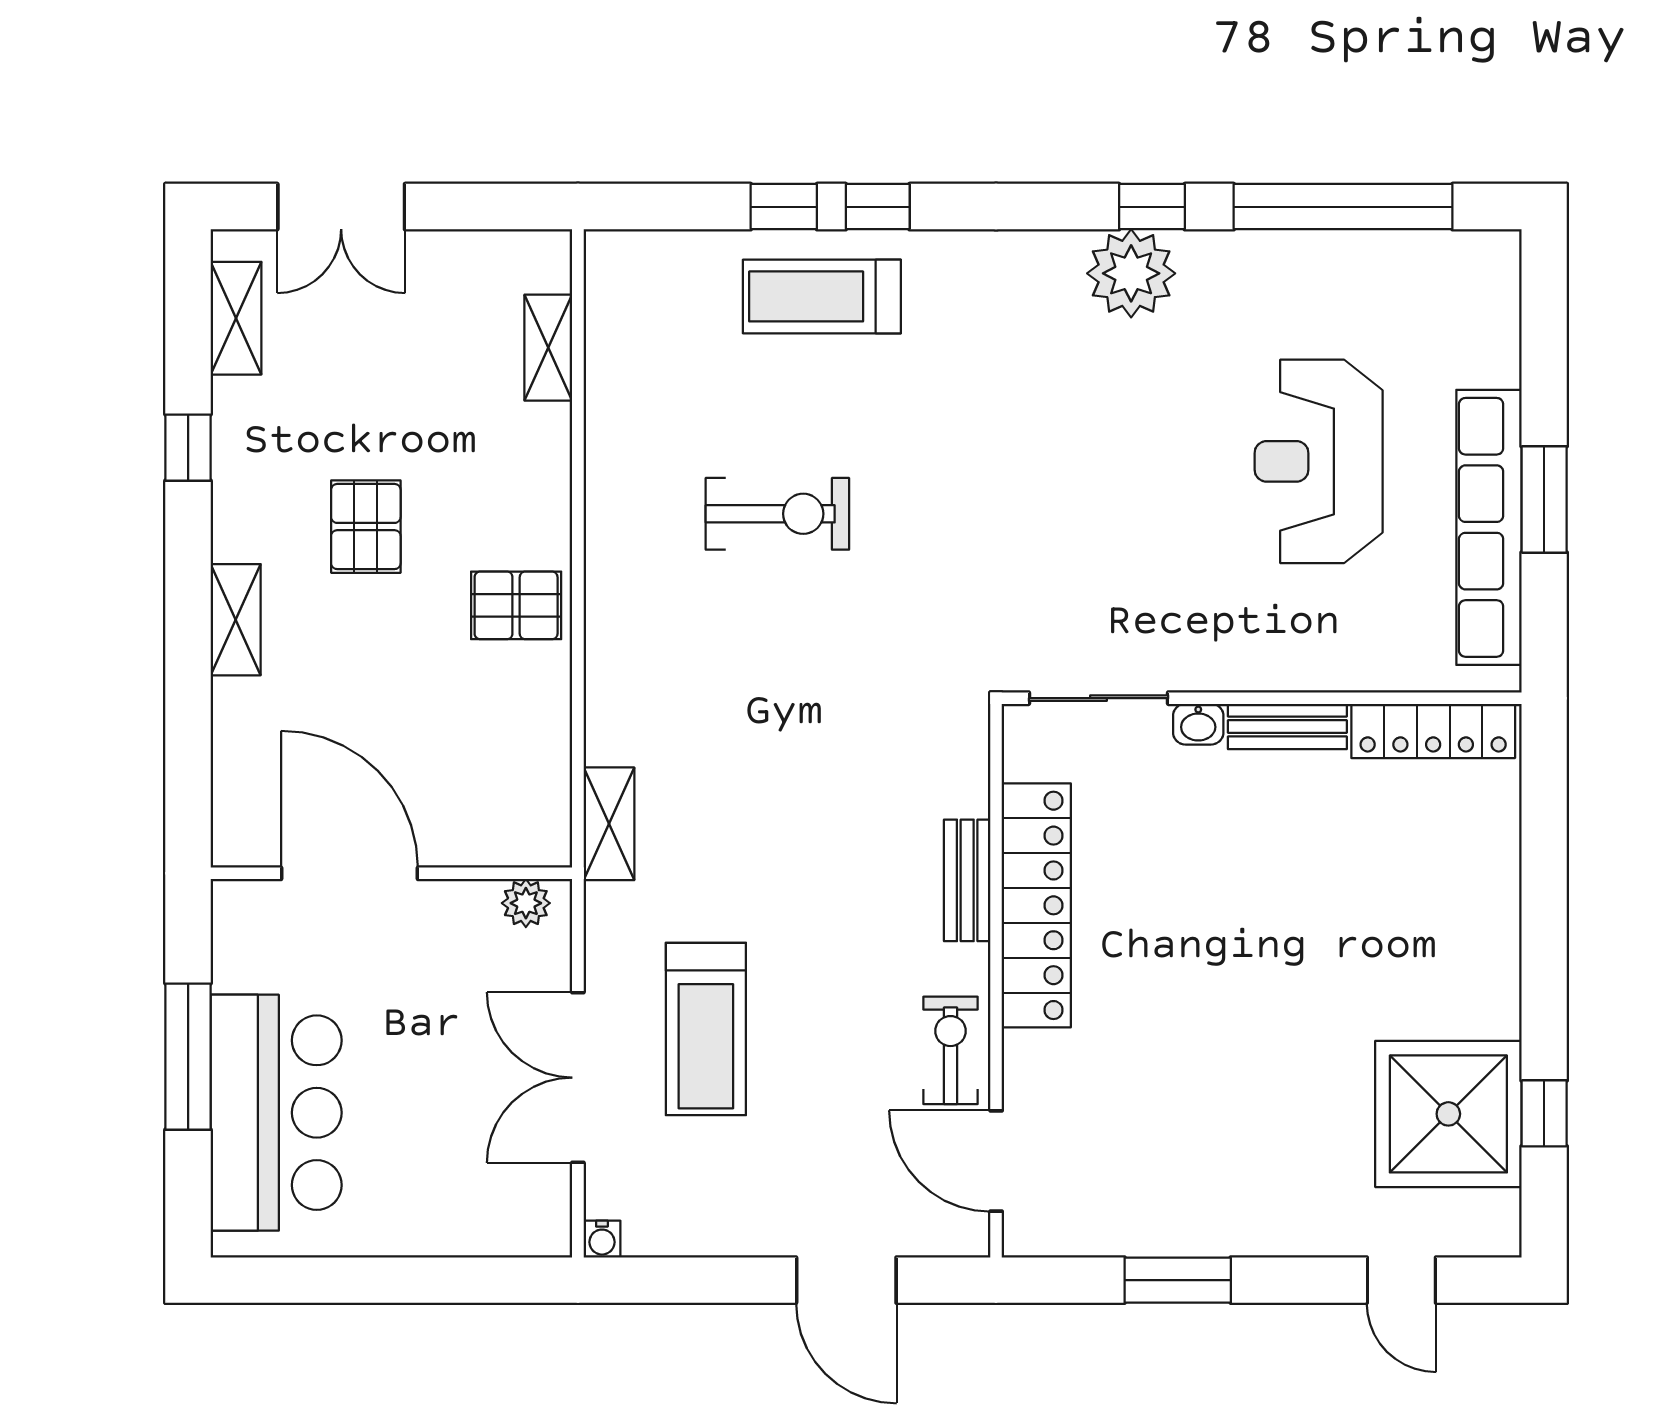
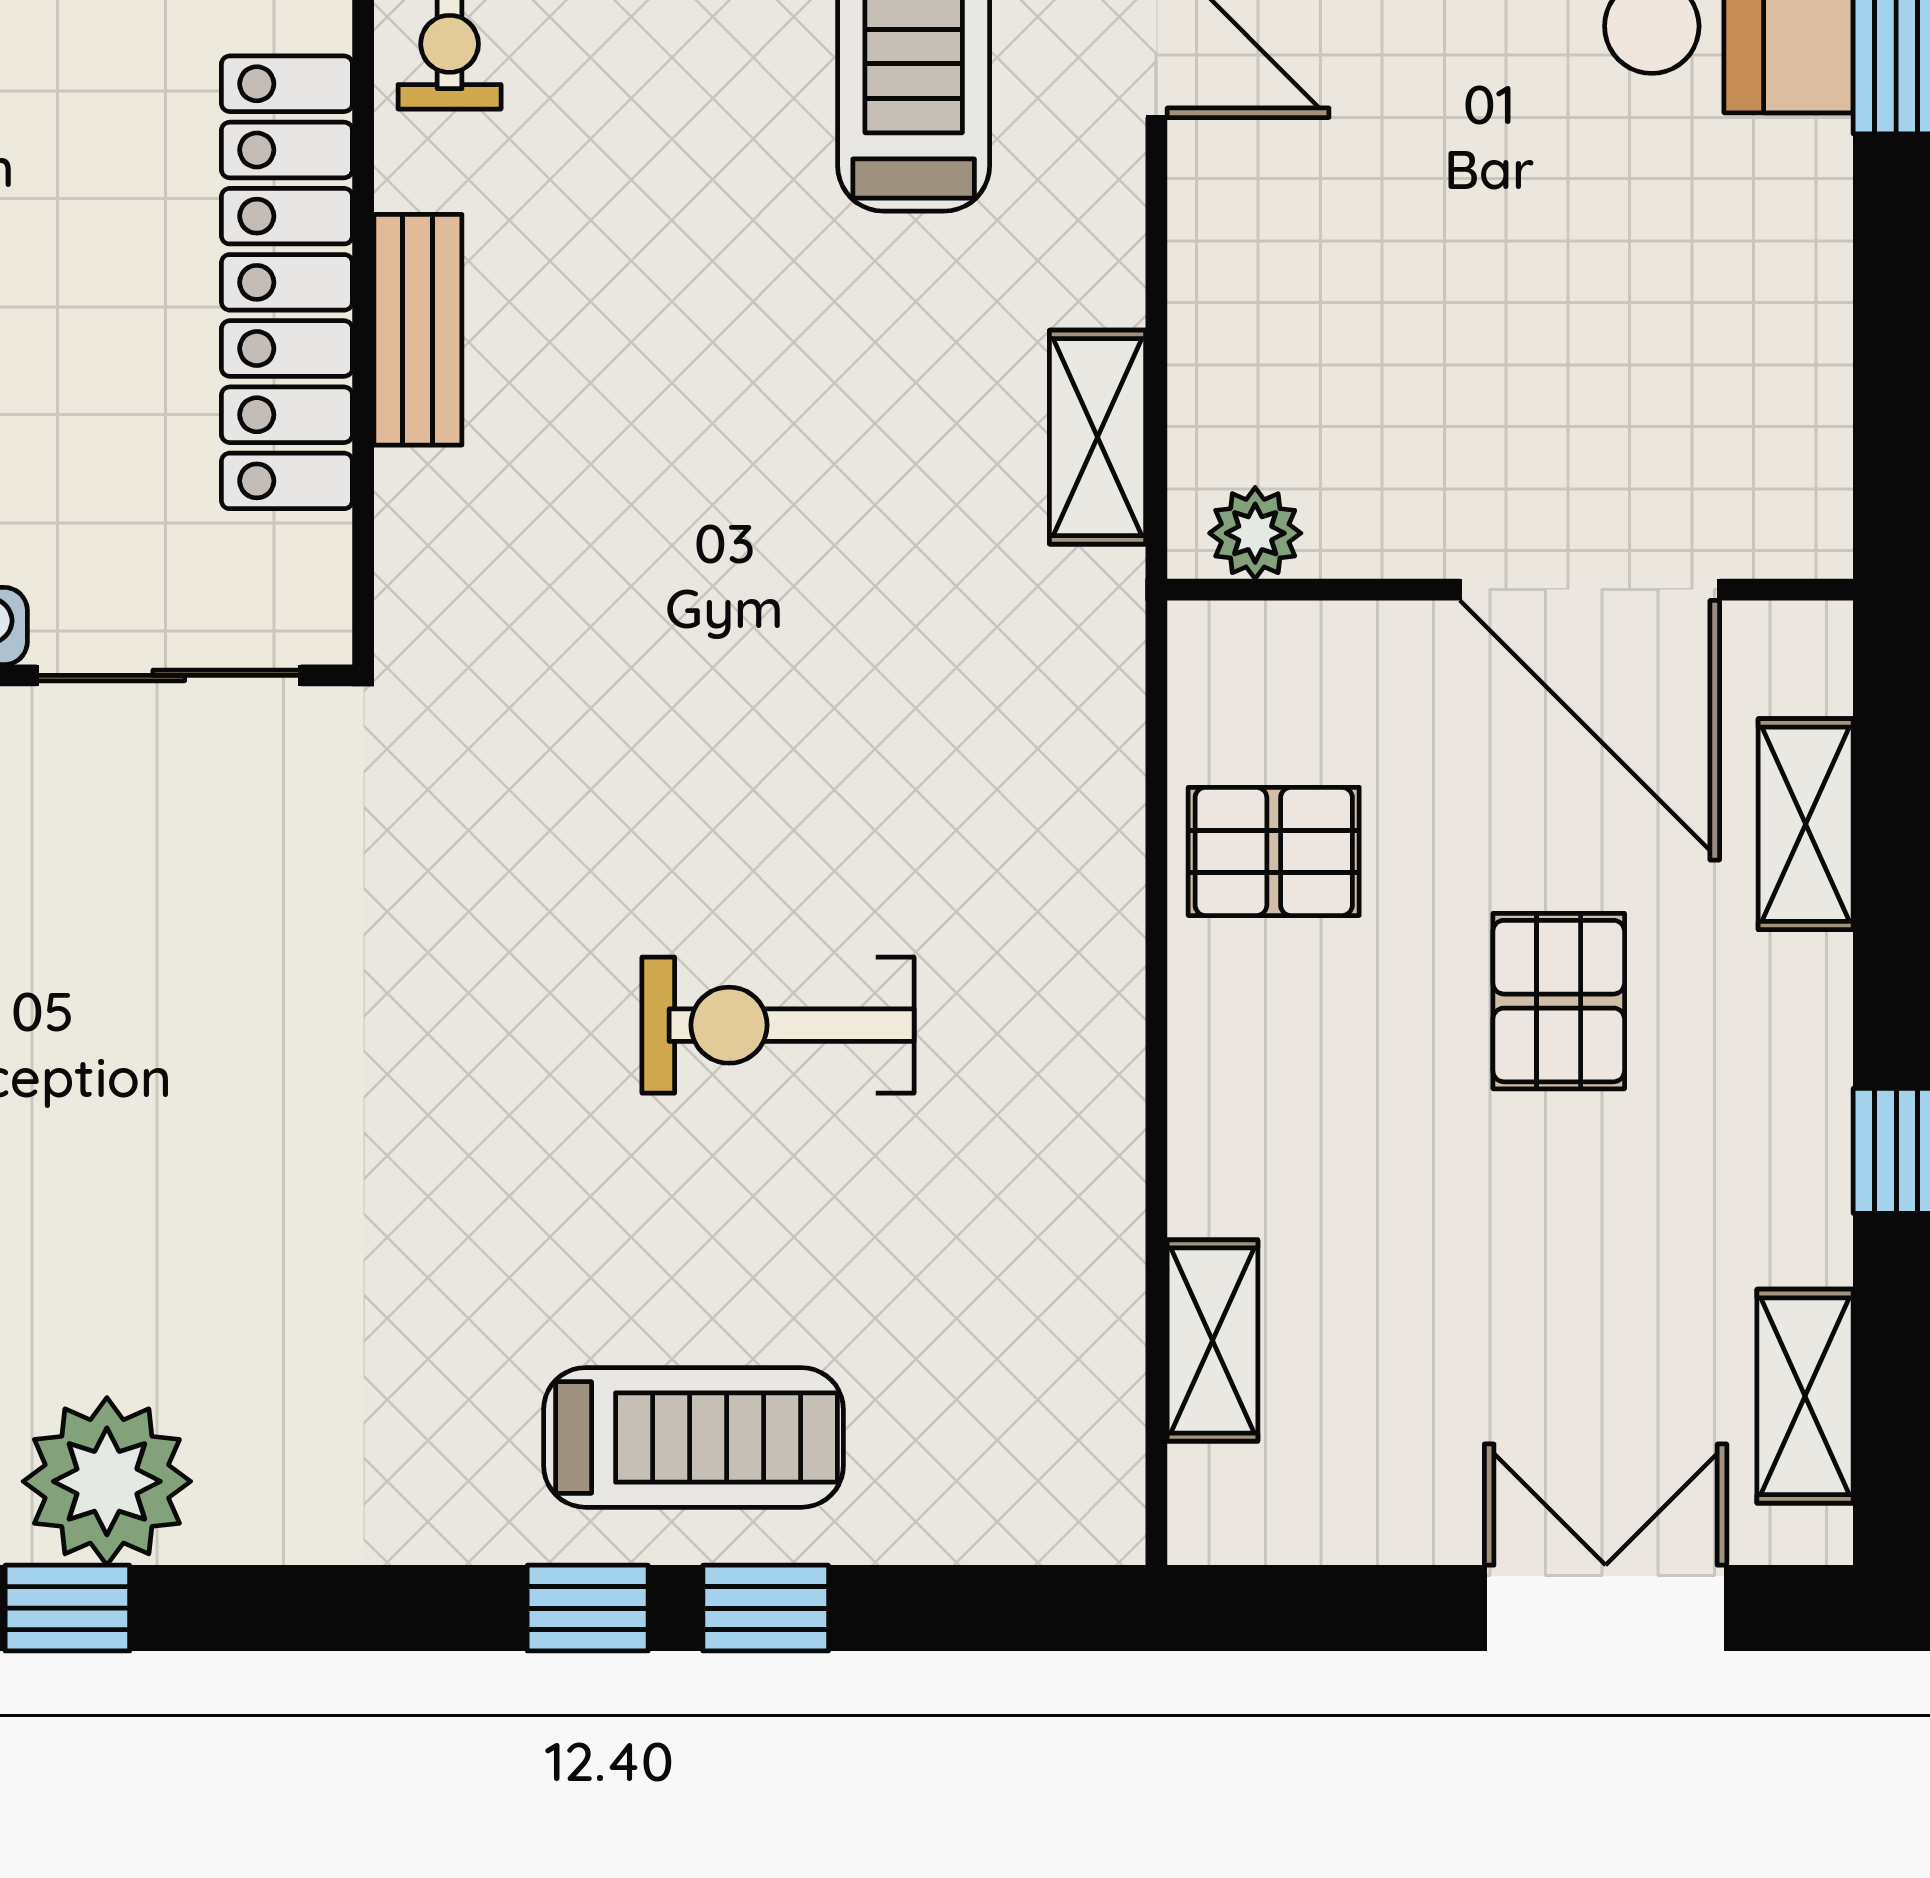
door: (349, 873) -> (1590, 590), moved
wall: (391, 873) -> (1510, 590), moved
plant: (526, 903) -> (1255, 533), moved

